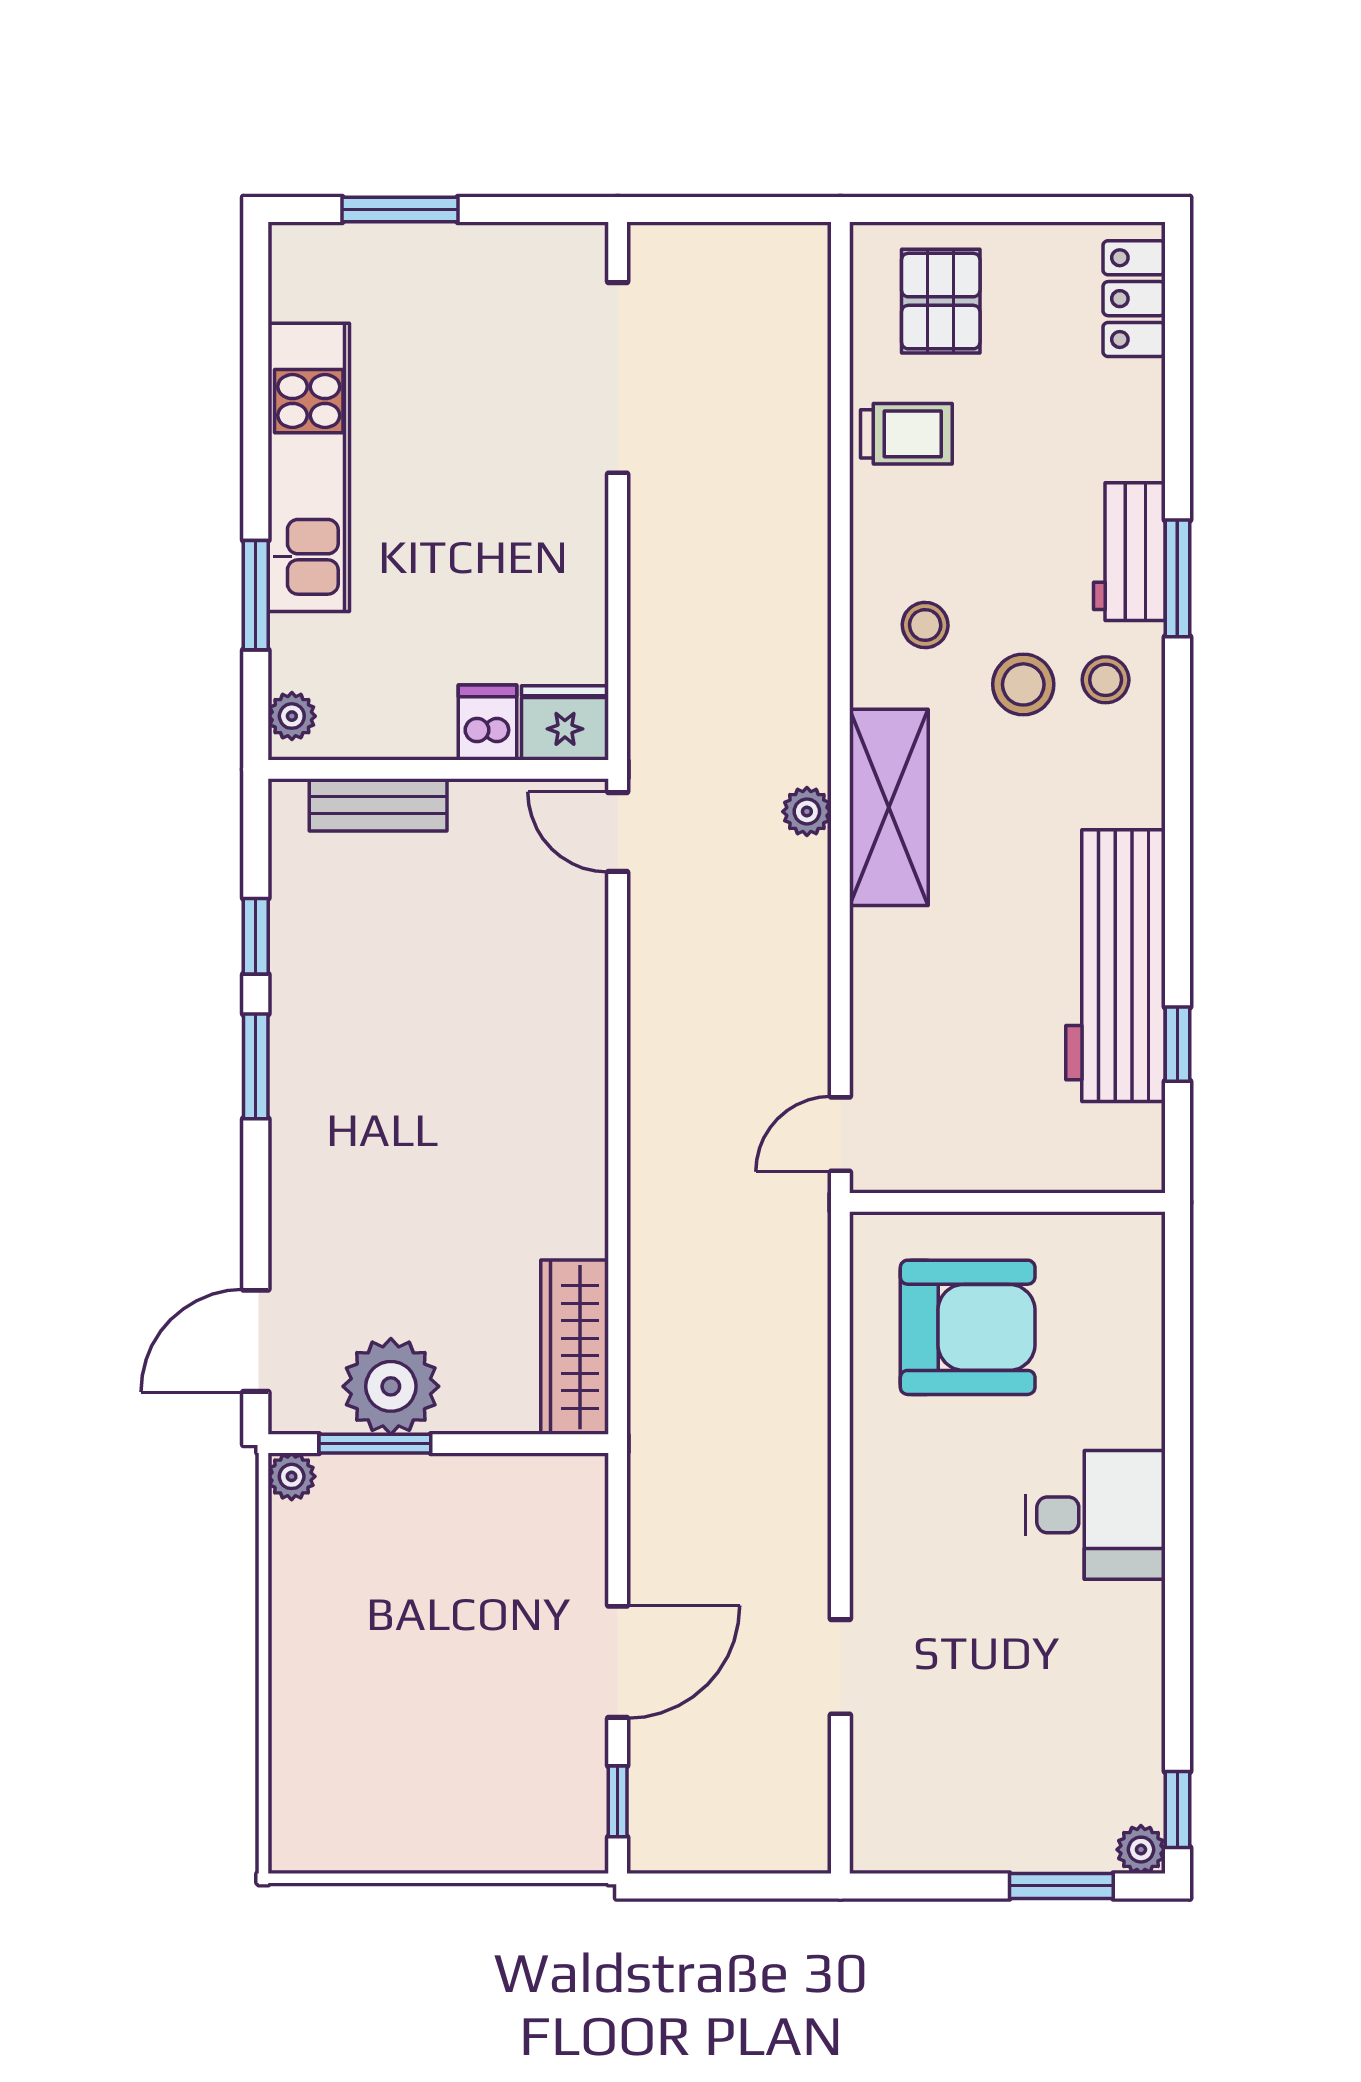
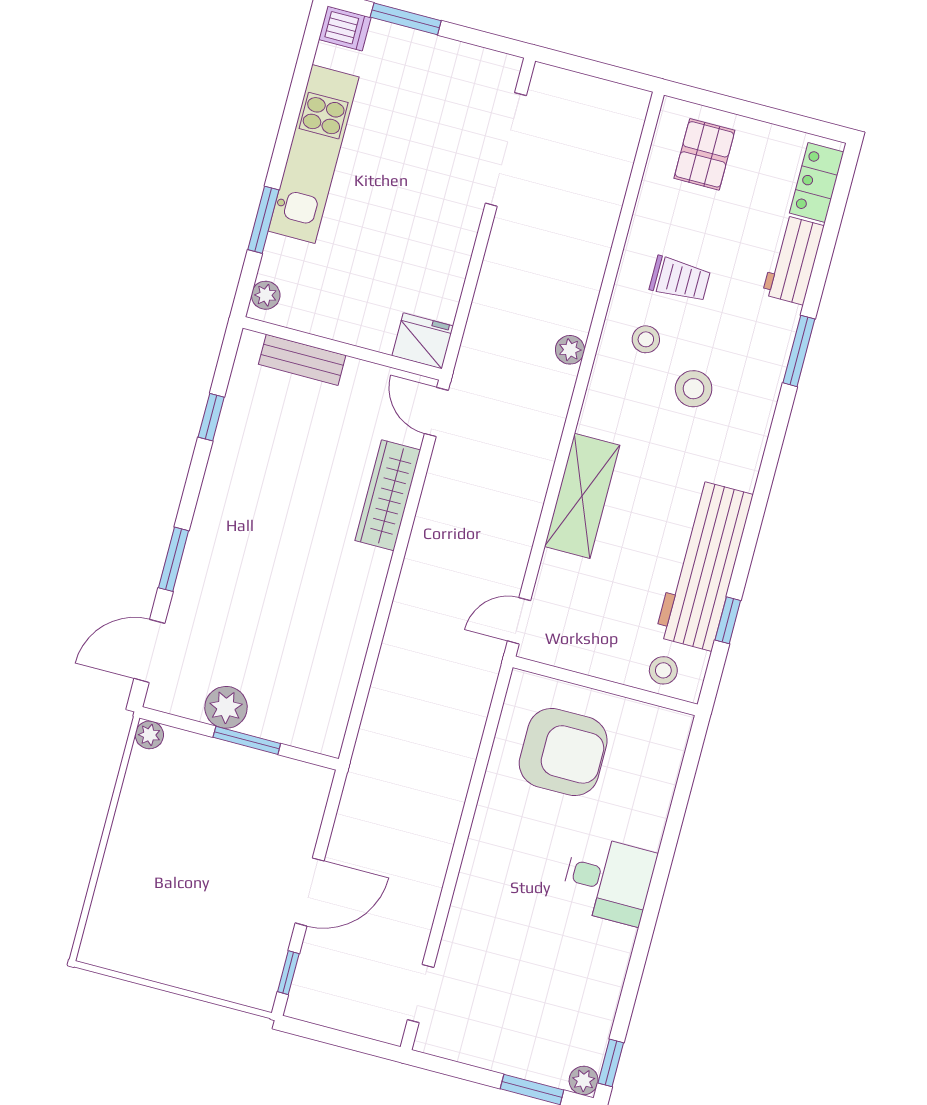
trolley: (906, 434) -> (680, 279), moved
workbench: (1129, 552) -> (793, 260), moved
stool: (1106, 680) -> (663, 670), moved
dishwasher: (487, 722) -> (345, 28), moved, turned 90
shelving: (889, 807) -> (582, 496), moved
plant: (807, 812) -> (570, 350), moved
window: (256, 1066) -> (174, 559), moved
wardrobe: (575, 1347) -> (388, 495), moved
plant: (391, 1386) -> (226, 707), width x0.73, depth x0.73
window: (375, 1444) -> (247, 740), moved
doorway: (840, 1667) -> (421, 994), moved

